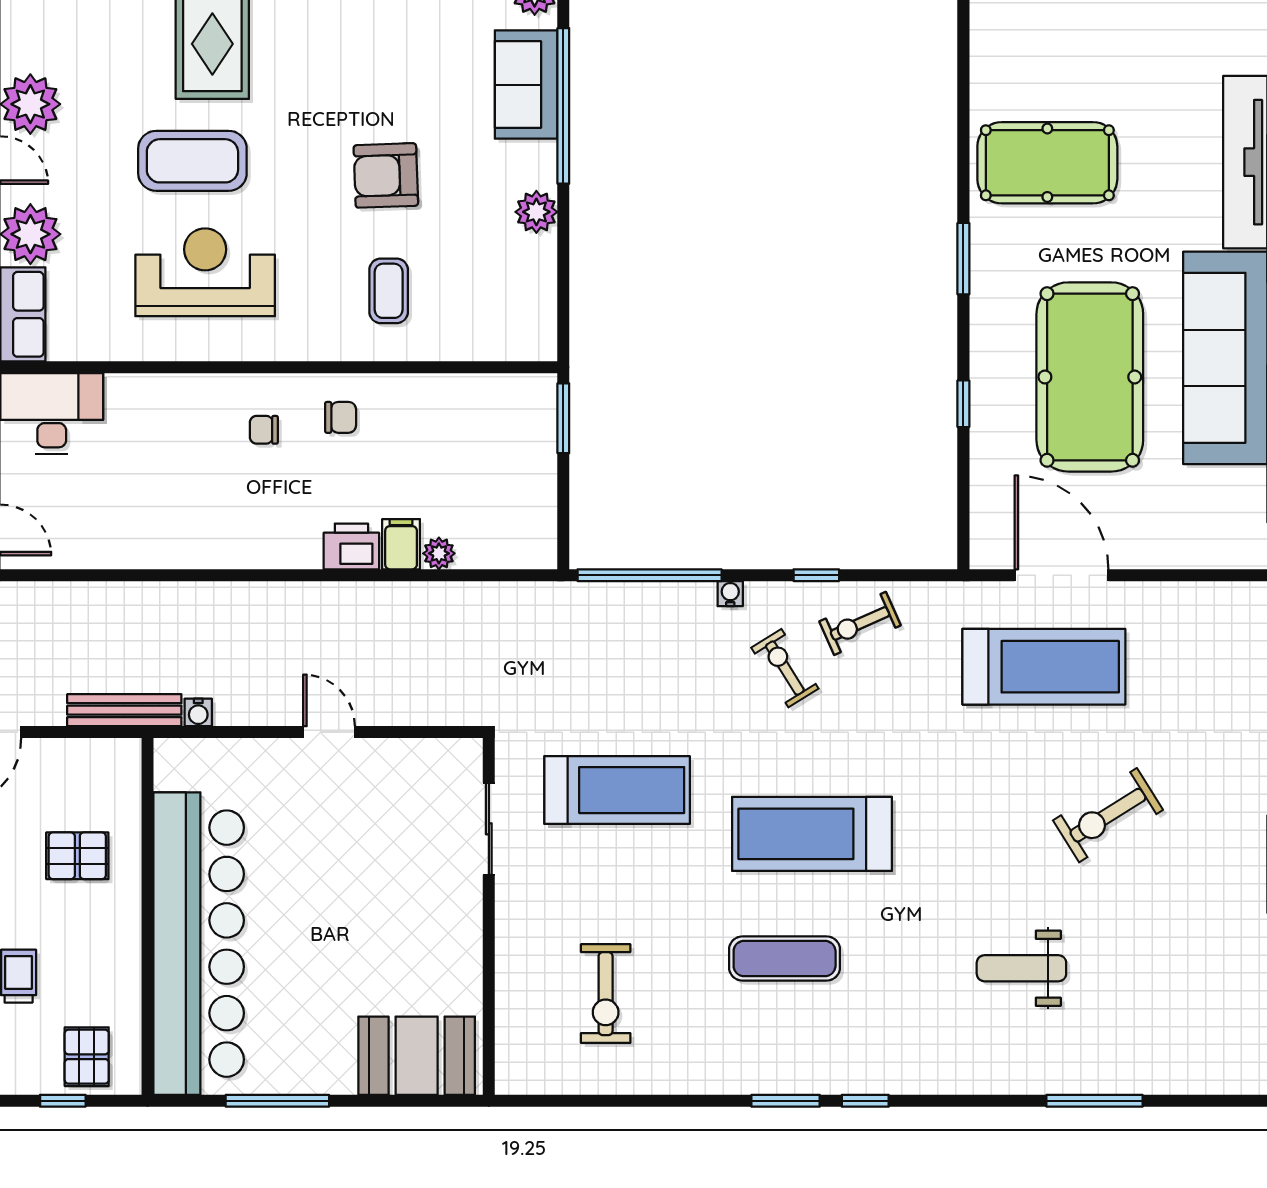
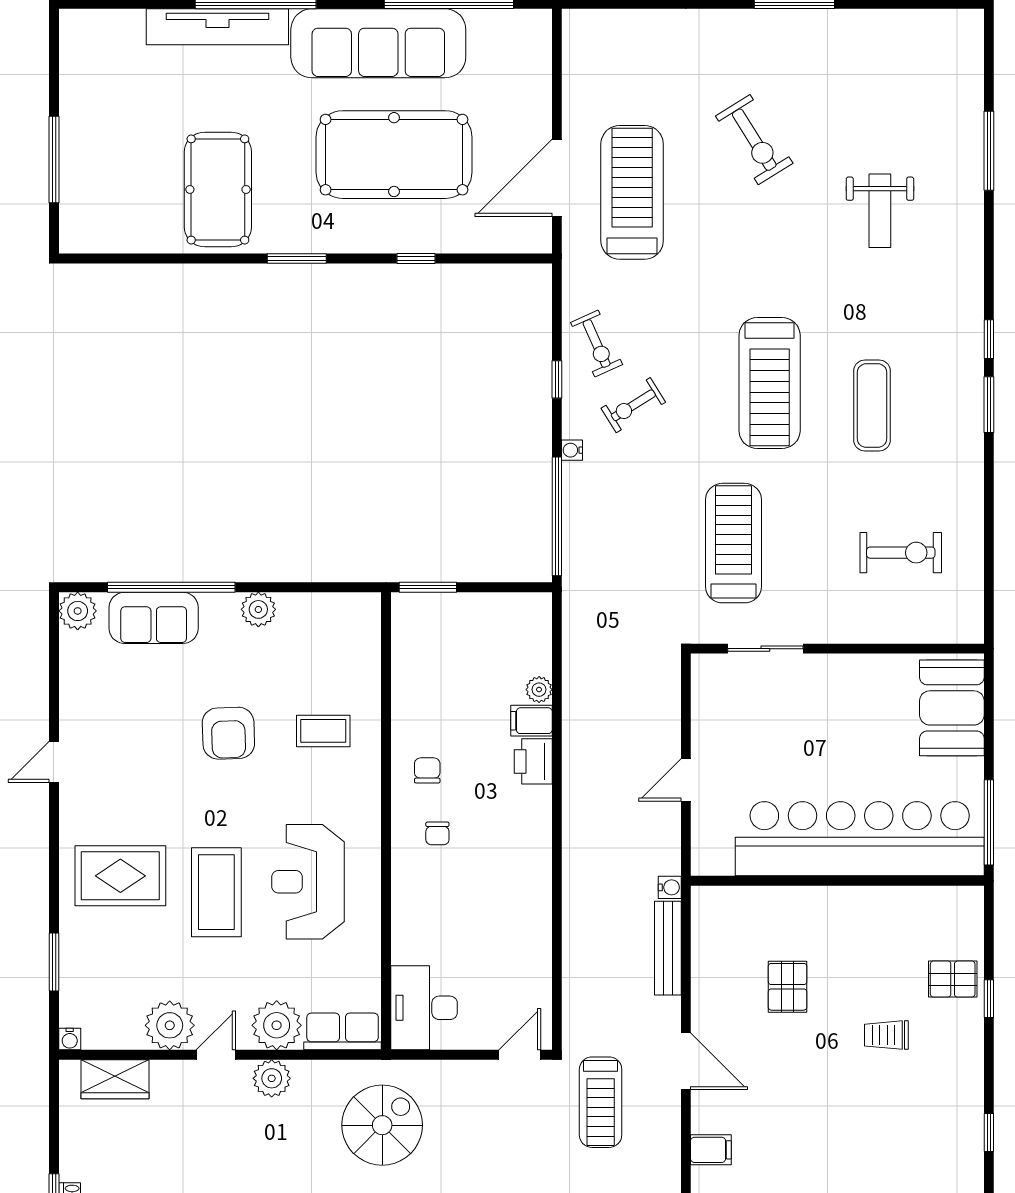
wall: (148, 916) -> (837, 881), moved
bar counter: (199, 944) -> (860, 839), moved

